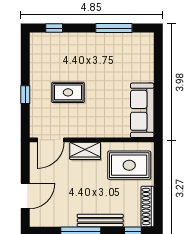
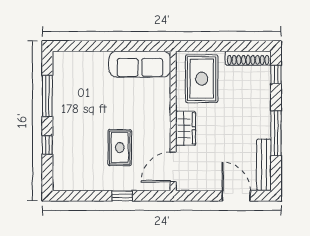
window: (54, 28) -> (47, 145), moved
door: (51, 140) -> (173, 167), swing flipped
bench: (100, 220) -> (264, 165), moved

